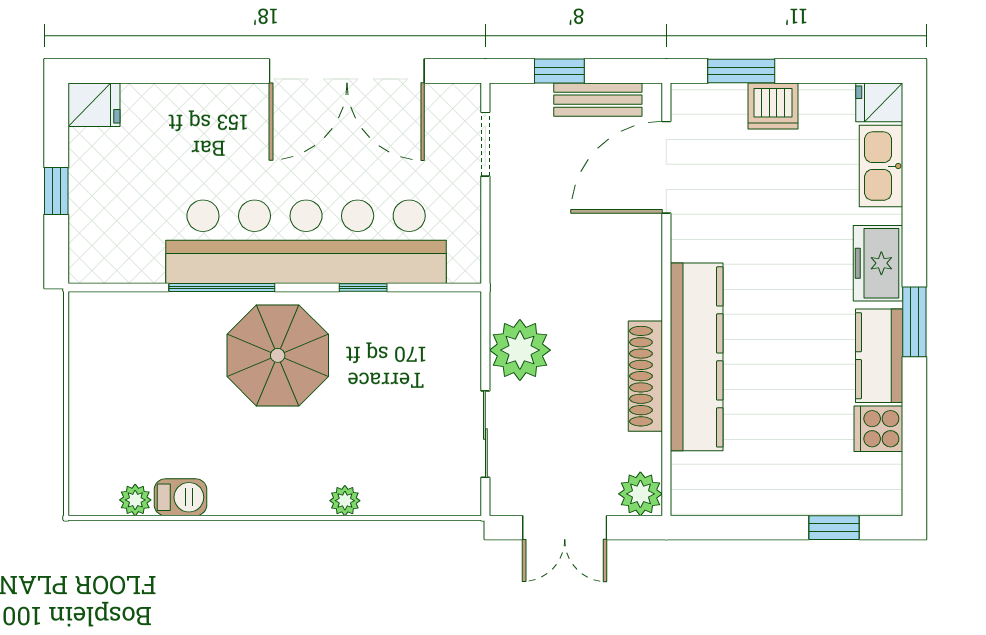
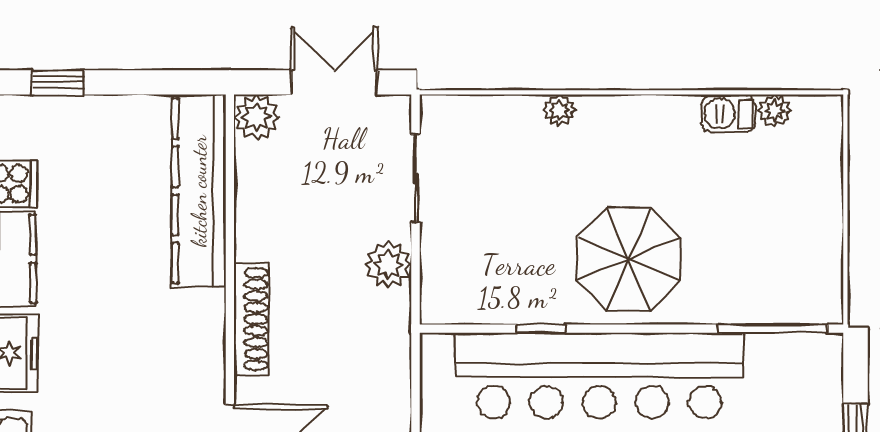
window: (222, 288) -> (773, 329), moved
plant: (520, 350) -> (388, 265), width x0.73, depth x0.73
kitchen counter: (697, 357) -> (199, 191), moved
shoe rack: (645, 376) -> (251, 319), moved

